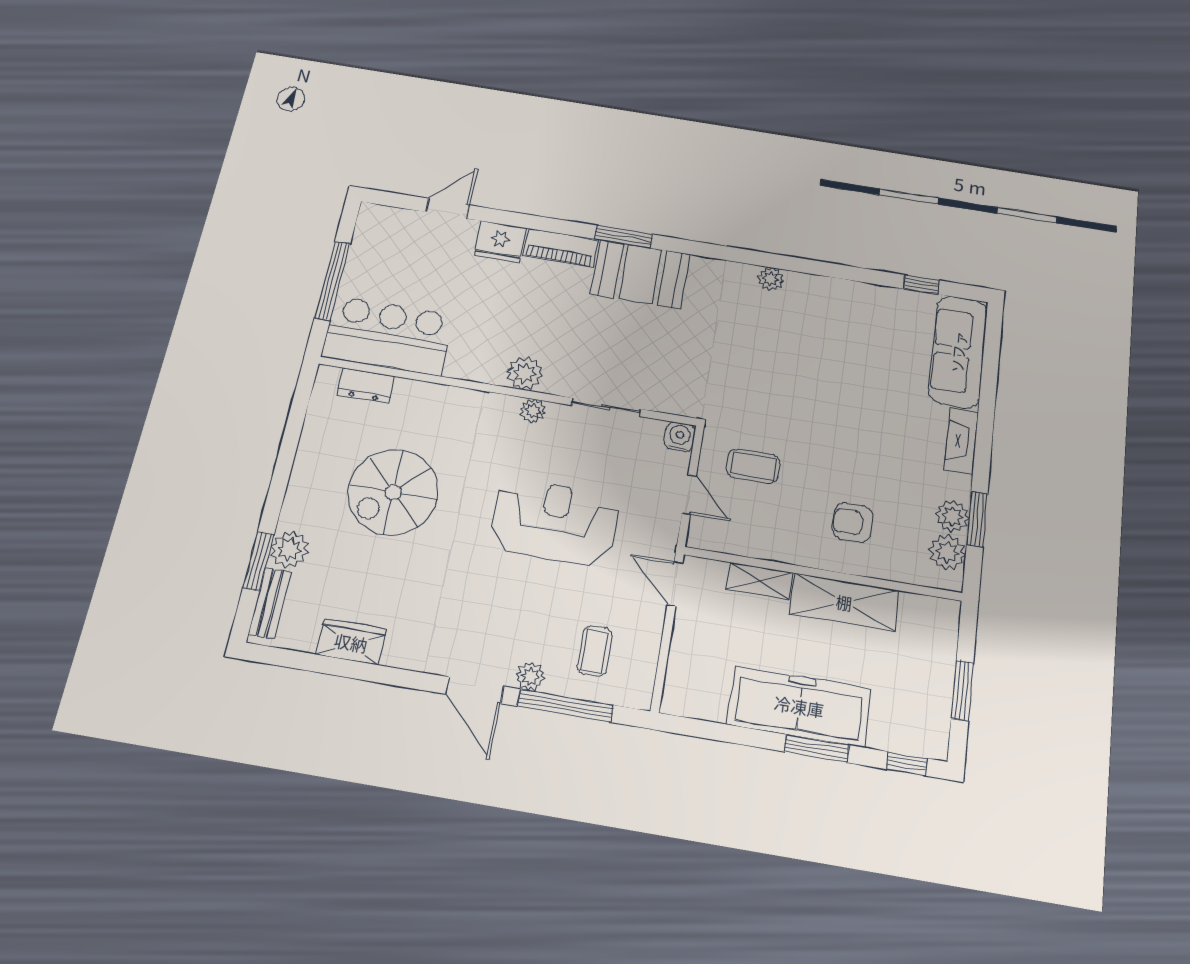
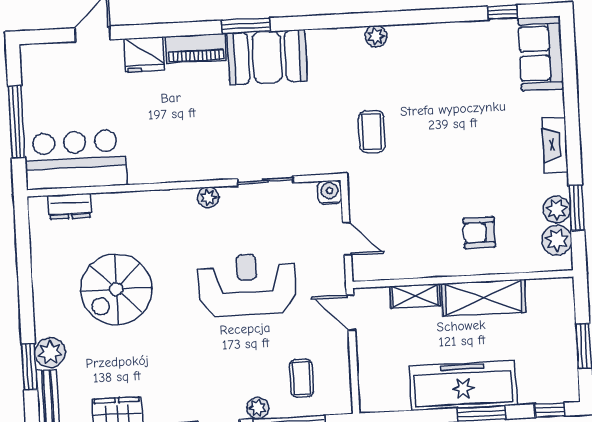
sofa: (958, 352) -> (541, 53), width x0.73
plant: (525, 373) -> (194, 167), removed
coffee table: (753, 466) -> (372, 132), moved, turned 90

